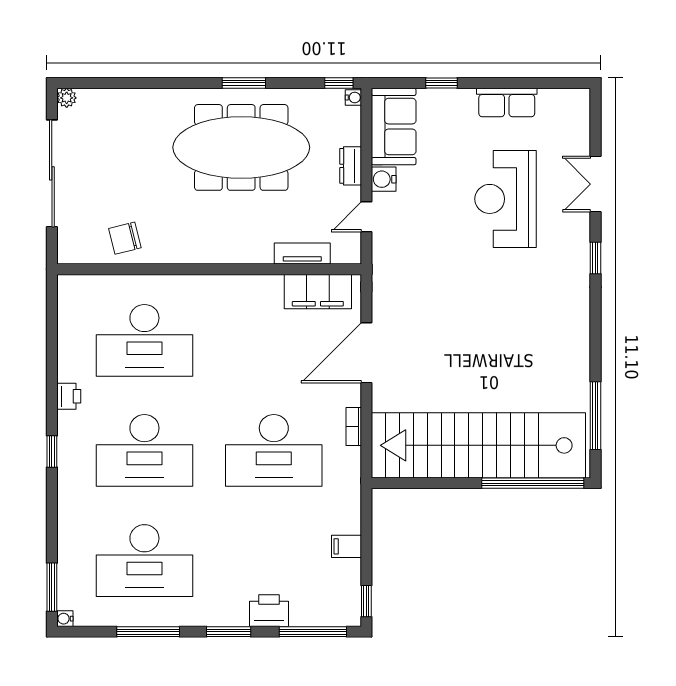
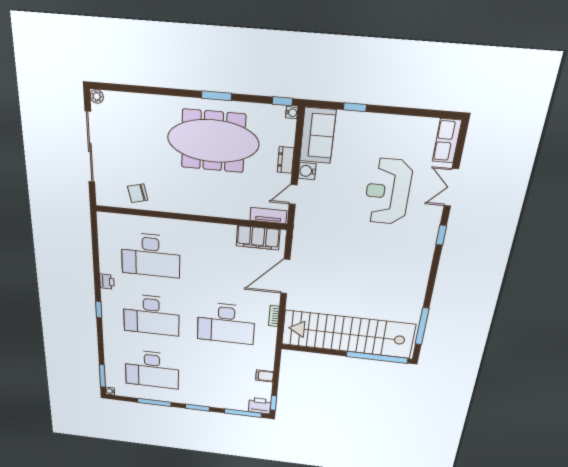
row of seats: (507, 102) -> (447, 141), moved, turned 90
tv unit: (302, 254) -> (268, 215), moved
printer: (269, 611) -> (260, 406), moved

